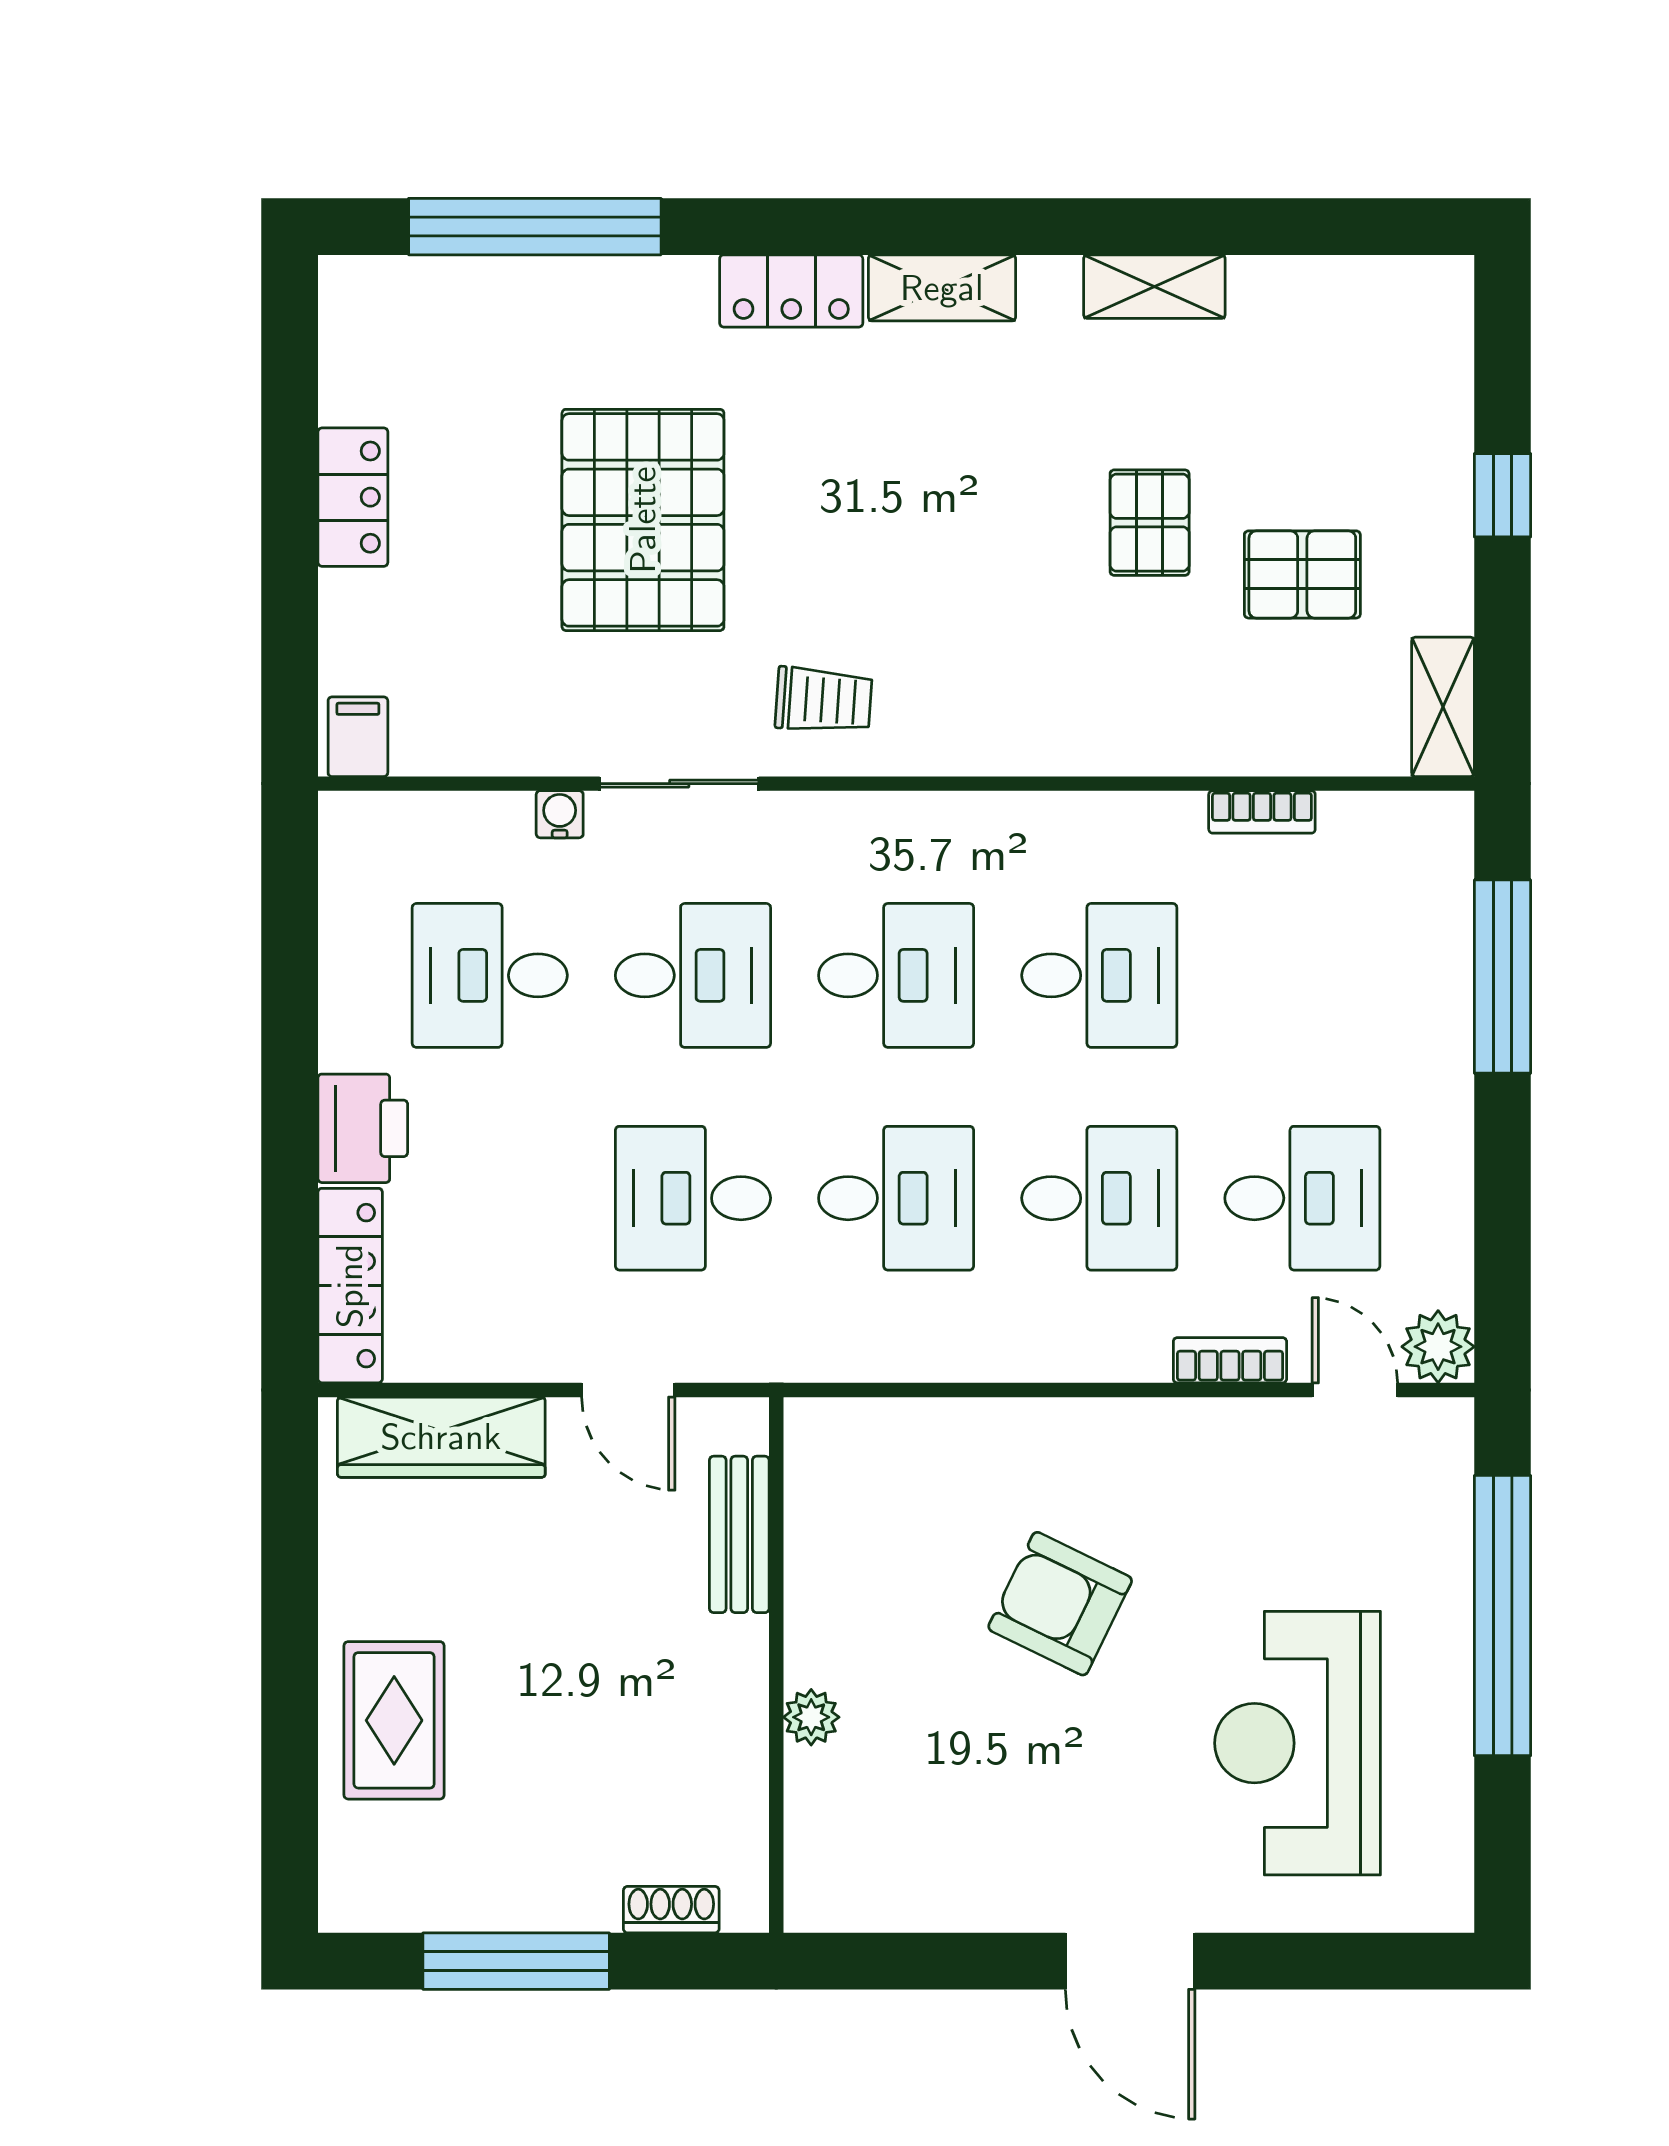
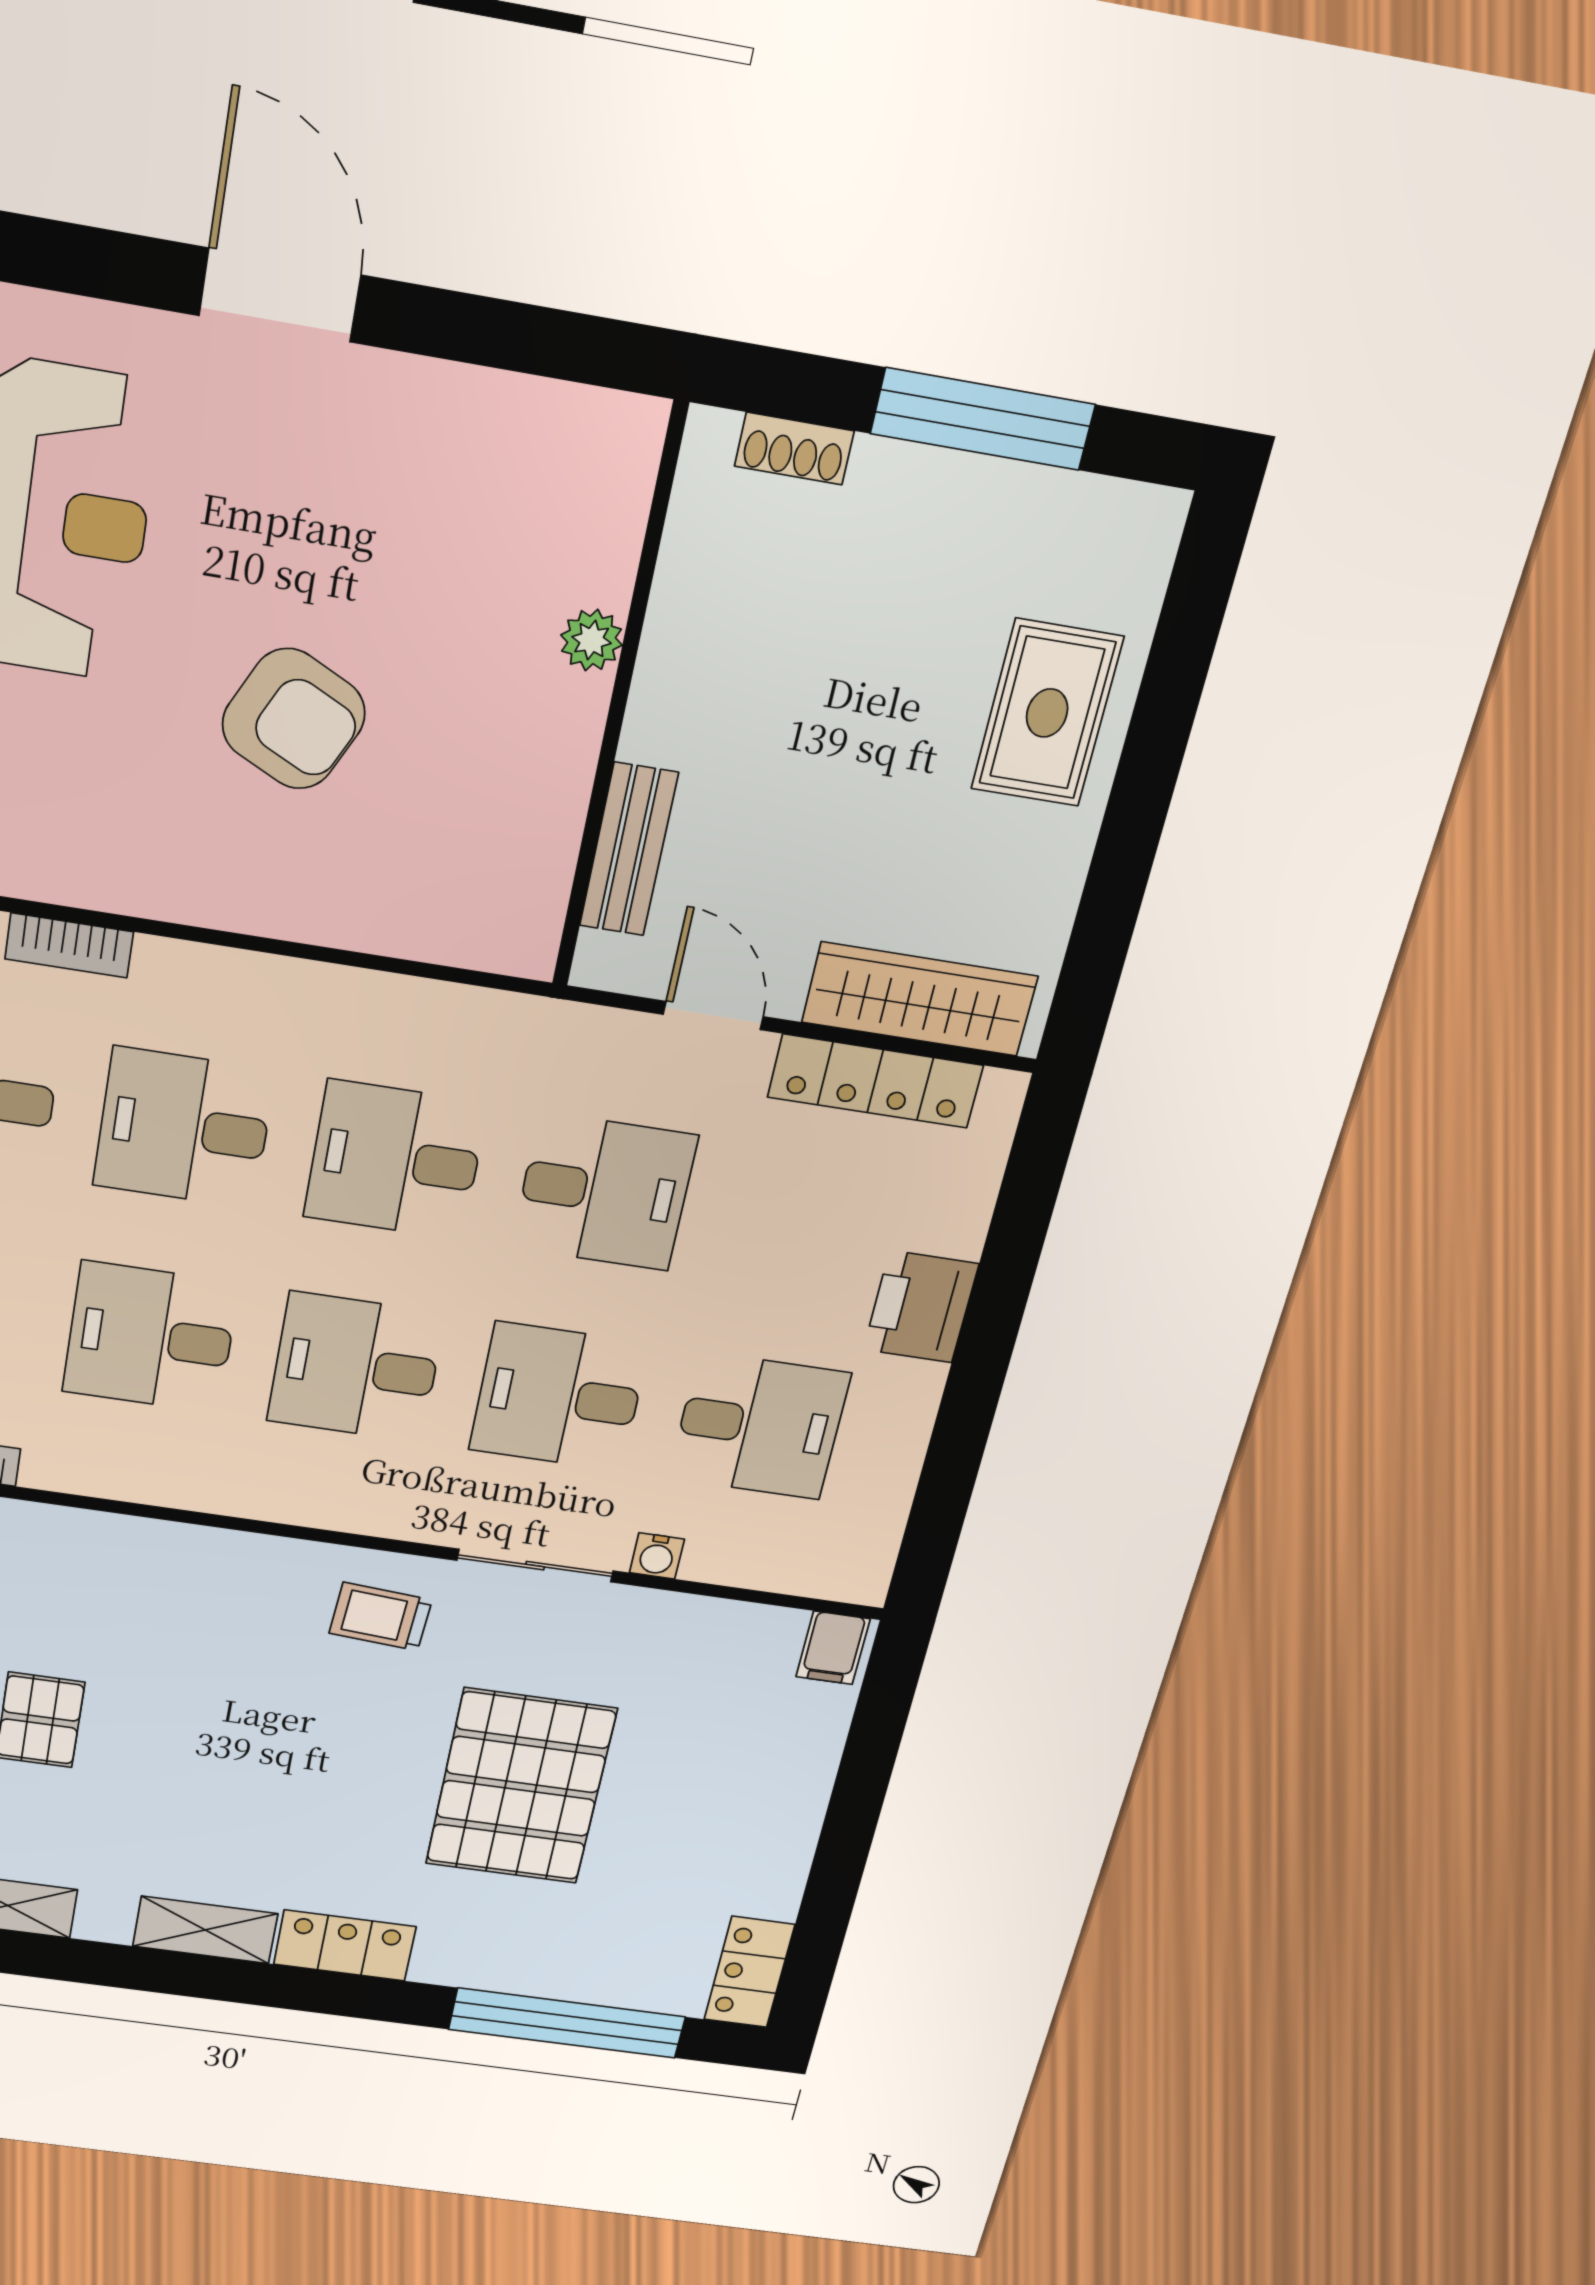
locker: (353, 497) -> (749, 1972), moved
locker: (350, 1286) -> (875, 1081), moved, turned -90

